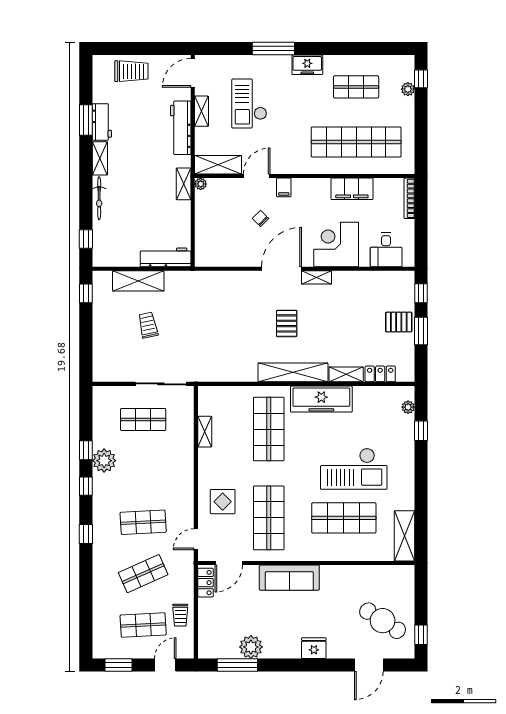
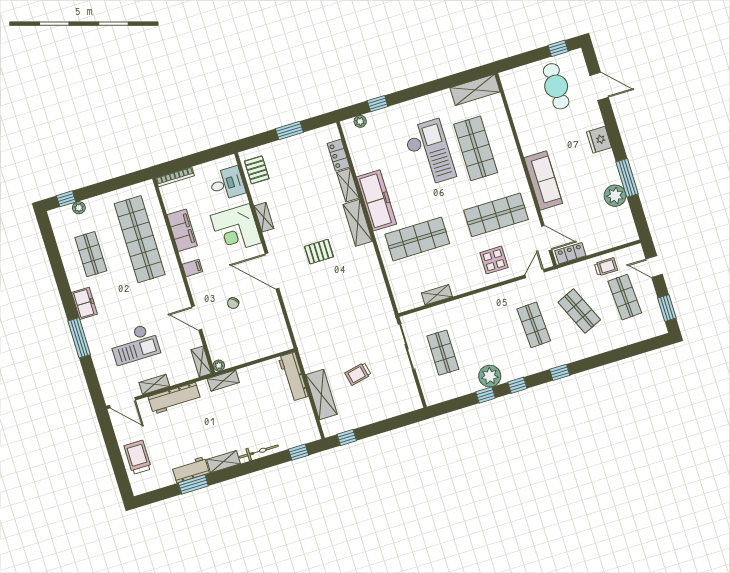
shelving: (218, 165) -> (201, 362), width x0.67, depth x0.75
filing cabinet: (284, 187) -> (192, 268), moved
shelving: (316, 277) -> (264, 217), moved
window: (421, 293) -> (256, 141), removed
pallet: (399, 322) -> (257, 170), moved
shelving: (293, 372) -> (358, 223), width x0.68
door: (196, 539) -> (535, 274), swing flipped
cafe table: (383, 621) -> (556, 86), turned -33
window: (237, 665) -> (627, 178), moved

